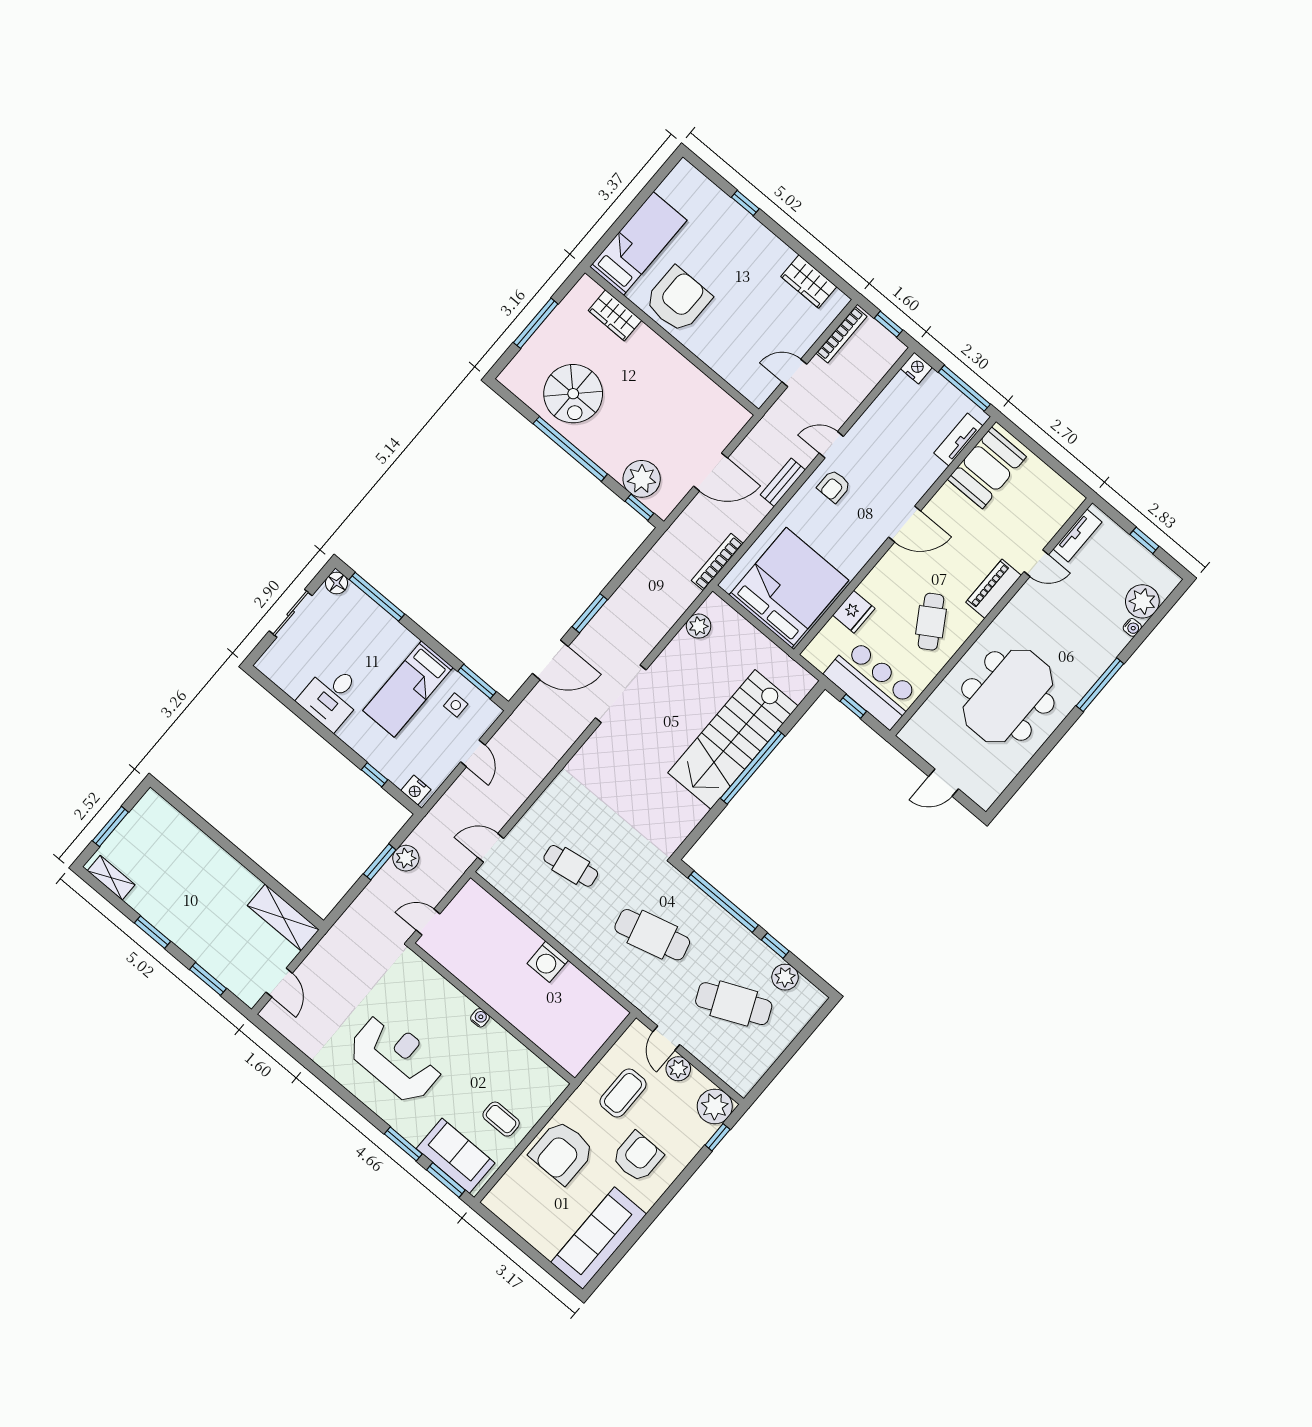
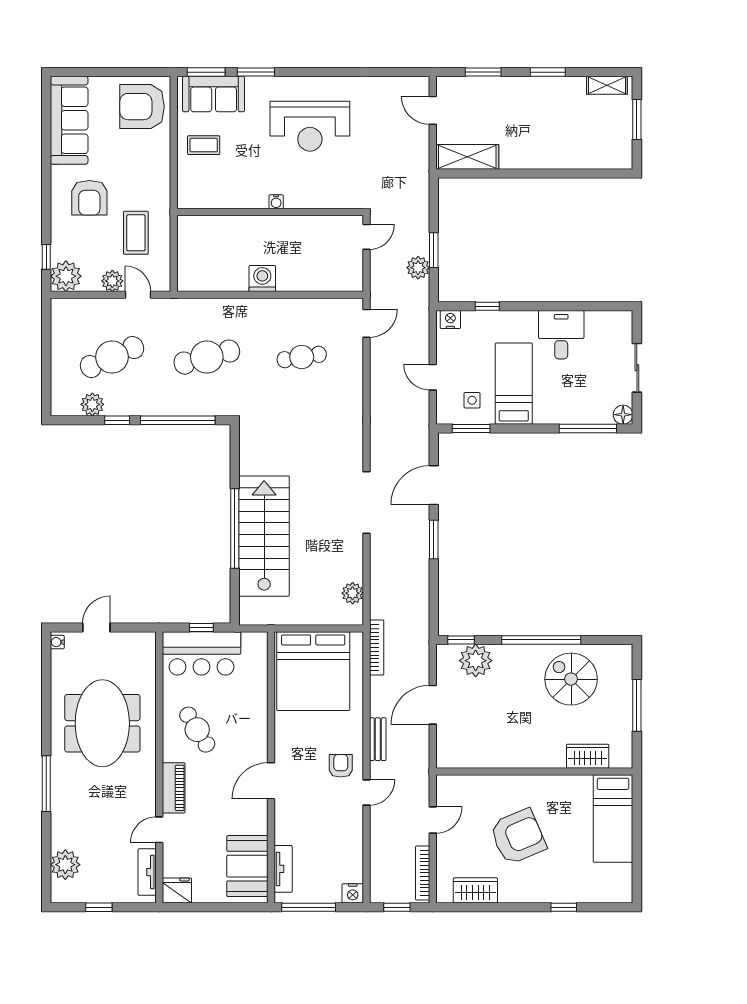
armchair: (678, 300) -> (518, 837), moved, turned -113
fridge: (854, 612) -> (177, 891), moved, turned 90
water cooler: (1132, 627) -> (57, 642), moved
armchair: (562, 1152) -> (142, 107), moved, turned -90

